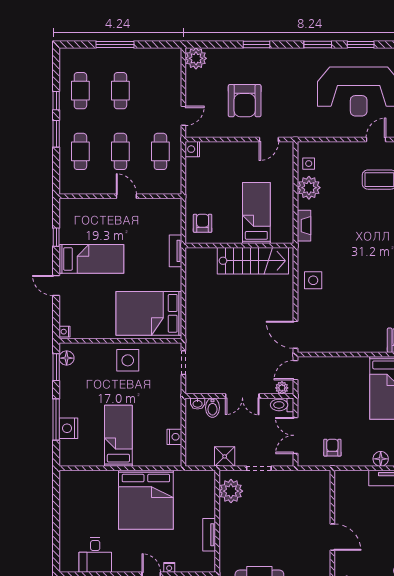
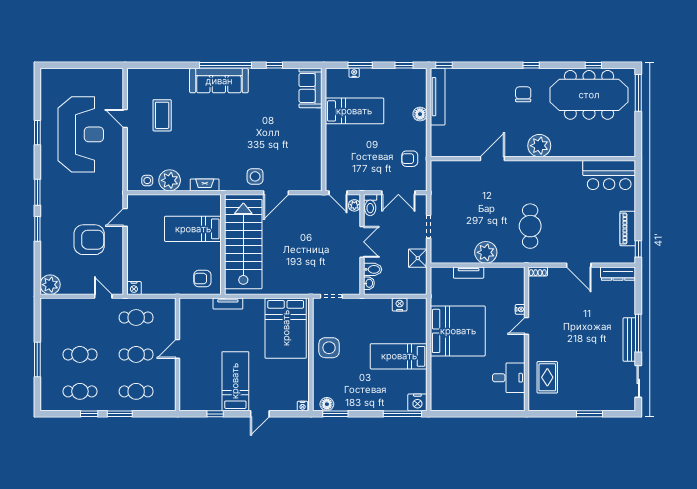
window: (318, 45) -> (37, 192), moved
door: (269, 139) -> (125, 217), swing flipped
stairs: (253, 261) -> (243, 244), width x1.36, depth x1.51
door: (296, 335) -> (276, 193), moved
window: (56, 419) -> (402, 414), moved
nightstand: (68, 428) -> (417, 402), moved
plant: (231, 491) -> (486, 252), moved
tv unit: (209, 535) -> (469, 273), moved

